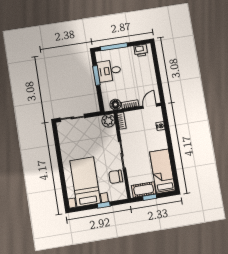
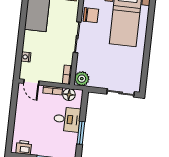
desk: (109, 71) -> (67, 119), moved
door: (150, 106) -> (31, 82), hinge flipped

